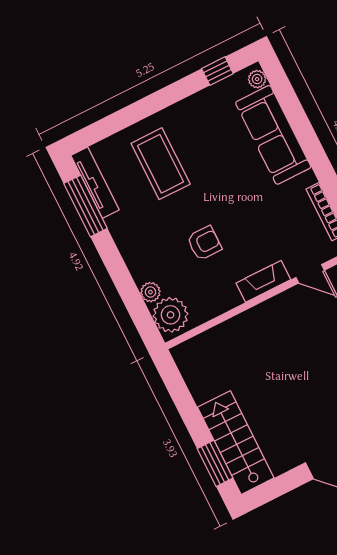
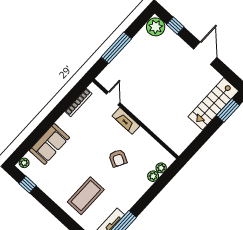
sofa: (273, 135) -> (49, 144), width x0.73
armchair: (204, 243) -> (118, 158), turned -152
plant: (171, 315) -> (161, 168), width x0.53, depth x0.53

